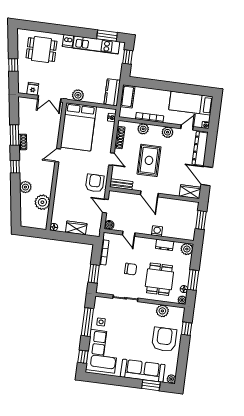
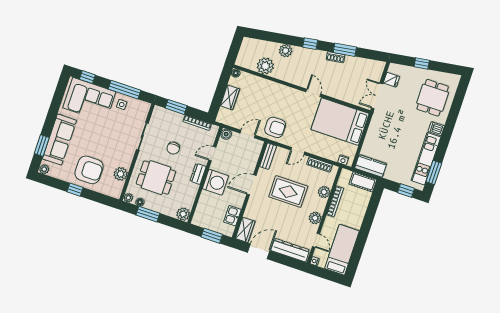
plant: (78, 95) -> (375, 128), removed
kitchen sink: (180, 205) -> (232, 216), added
washing machine: (157, 231) -> (215, 182), width x1.89, depth x1.89
dresser: (165, 245) -> (198, 174), moved
window: (187, 329) -> (75, 190), moved

